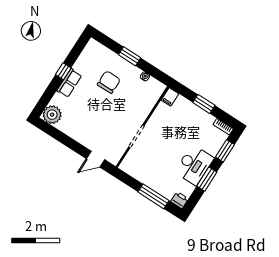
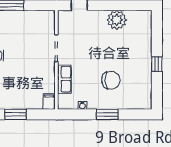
chair: (109, 82) -> (111, 80), turned -94
row of seats: (69, 83) -> (64, 79), moved, turned 180
plant: (52, 115) -> (117, 20), moved

